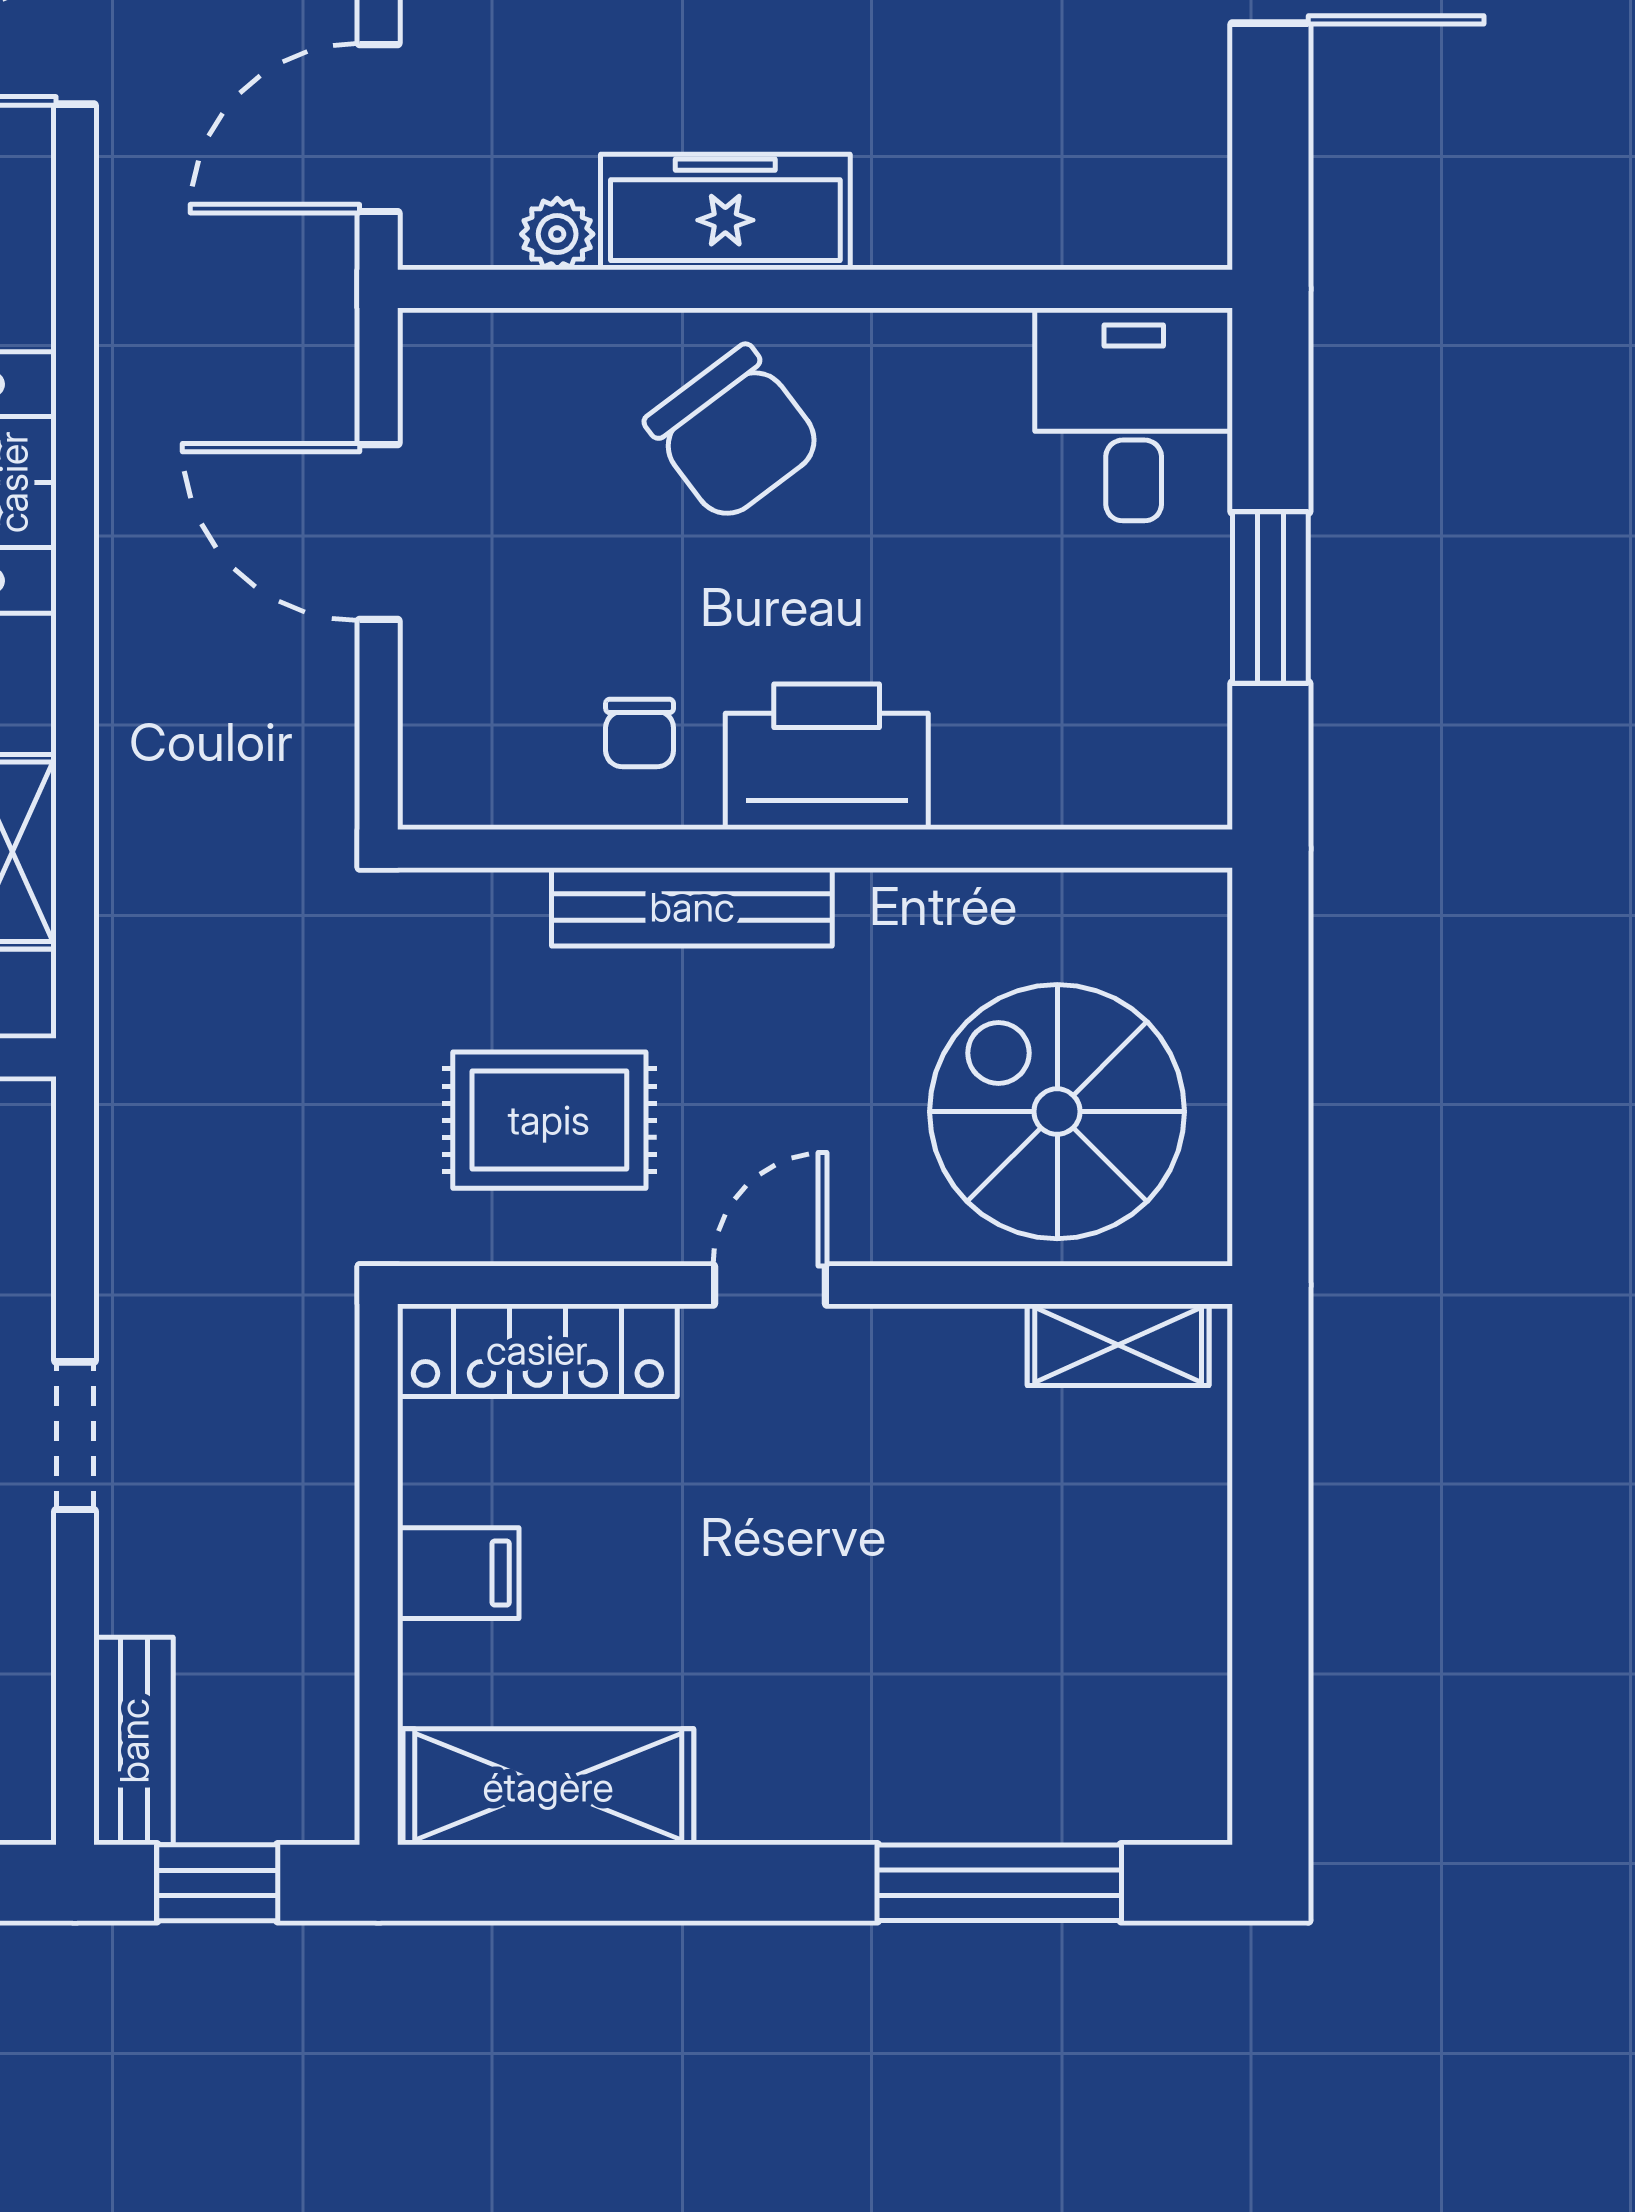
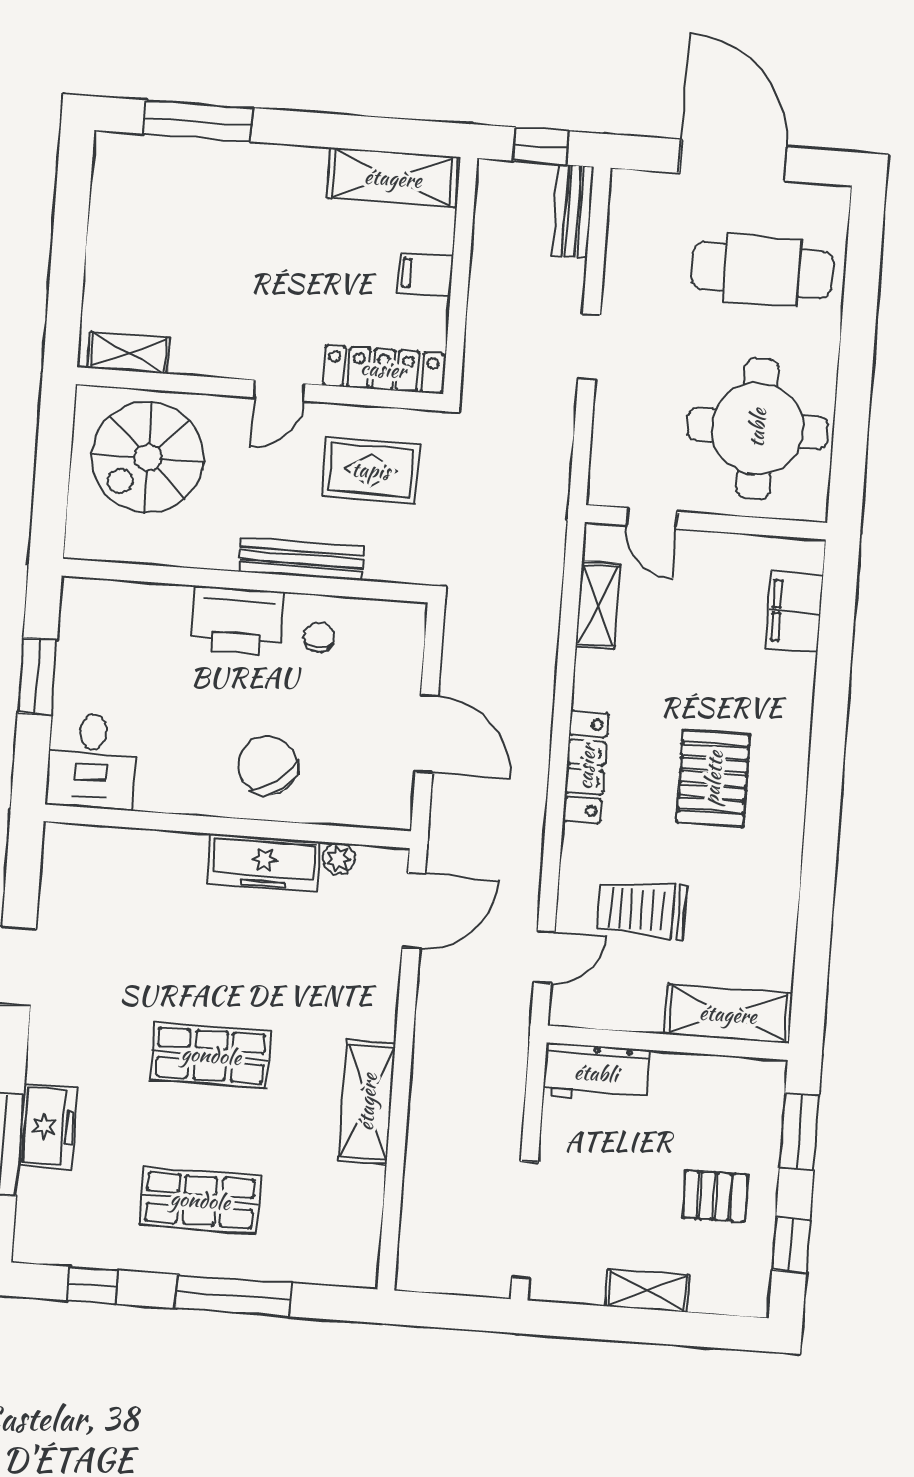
spiral stairs: (1057, 1112) -> (148, 457), turned 90

